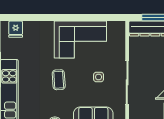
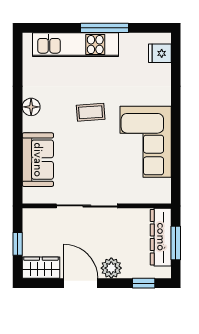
side table: (99, 77) -> (94, 167), removed

